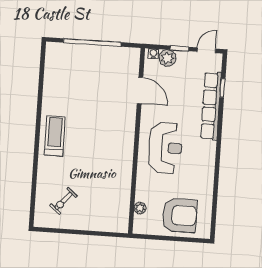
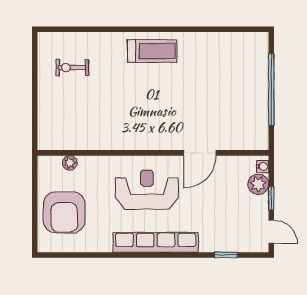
door: (140, 90) -> (200, 153), moved
row of seats: (211, 106) -> (156, 242), moved
reception desk: (166, 148) -> (147, 190), turned 180
exercise bike: (64, 201) -> (72, 68), turned -41

